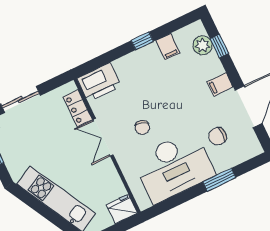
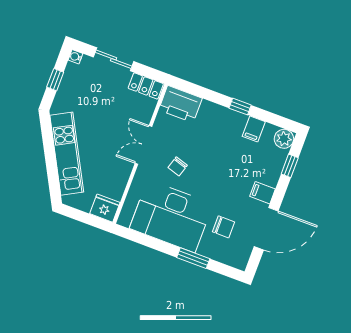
plant: (203, 45) -> (284, 139), moved
locker: (78, 108) -> (146, 86), moved, turned -90
chair: (218, 136) -> (224, 227), turned 180

